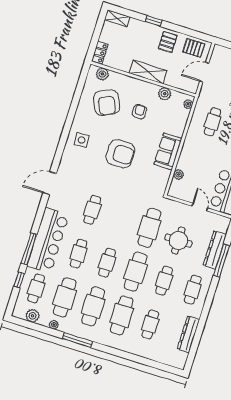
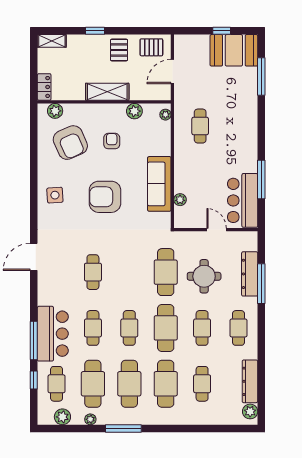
sofa: (168, 151) -> (159, 184), width x1.36
armchair: (120, 154) -> (105, 197), turned 180
bar counter: (48, 240) -> (53, 334), width x0.73
plant: (181, 358) -> (250, 411), added

